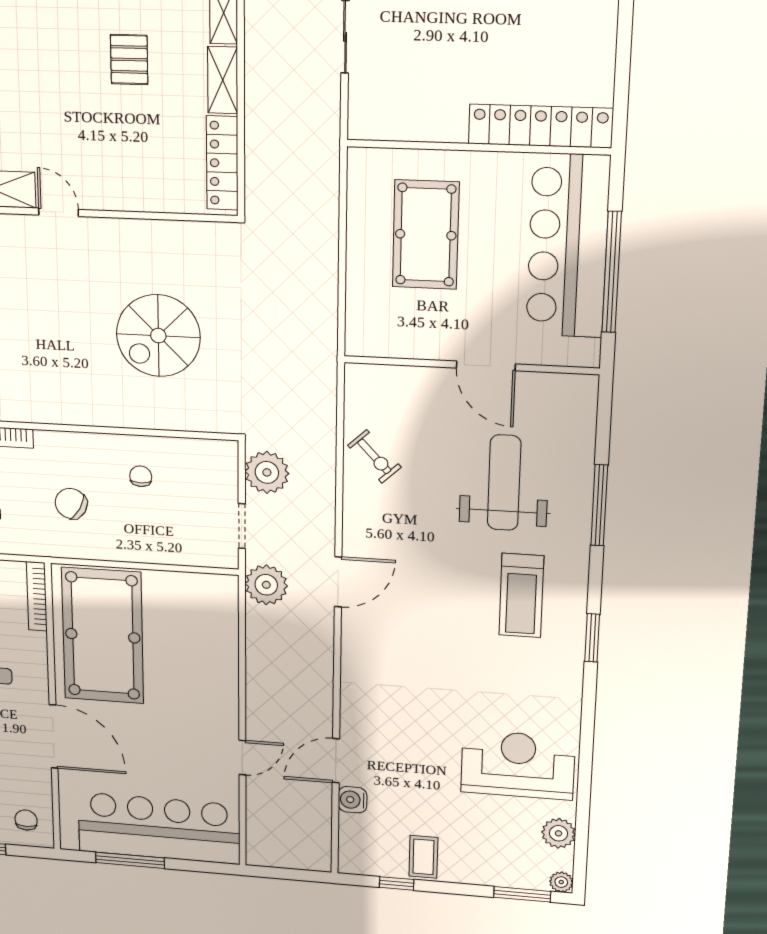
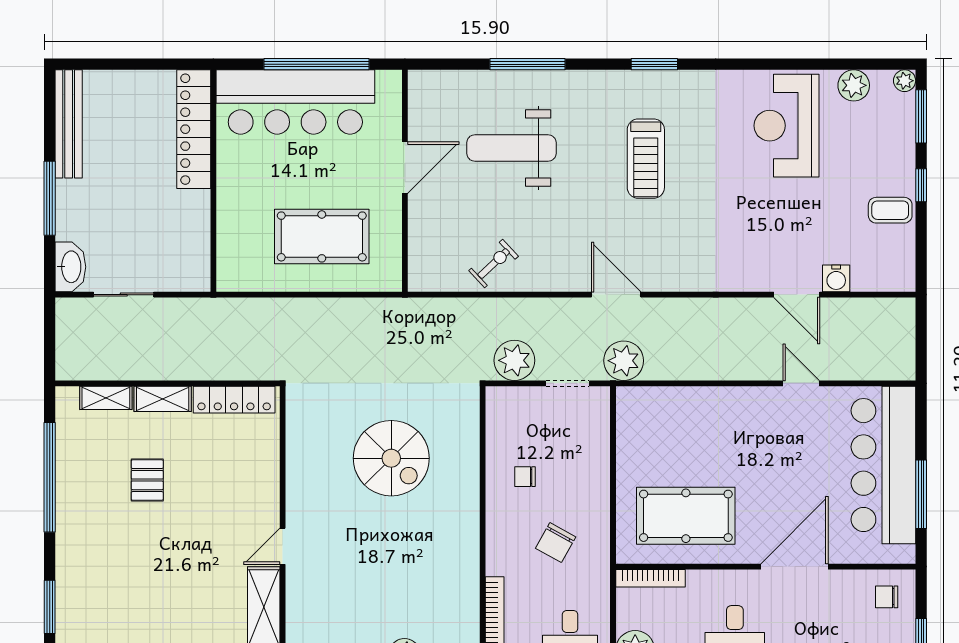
pallet: (129, 60) -> (147, 480), turned 90
pool table: (426, 235) -> (322, 236), moved
treadmill: (521, 596) -> (646, 159), moved, turned 90
pool table: (103, 636) -> (686, 516), width x0.73, depth x0.76
window: (397, 883) -> (921, 185), moved

